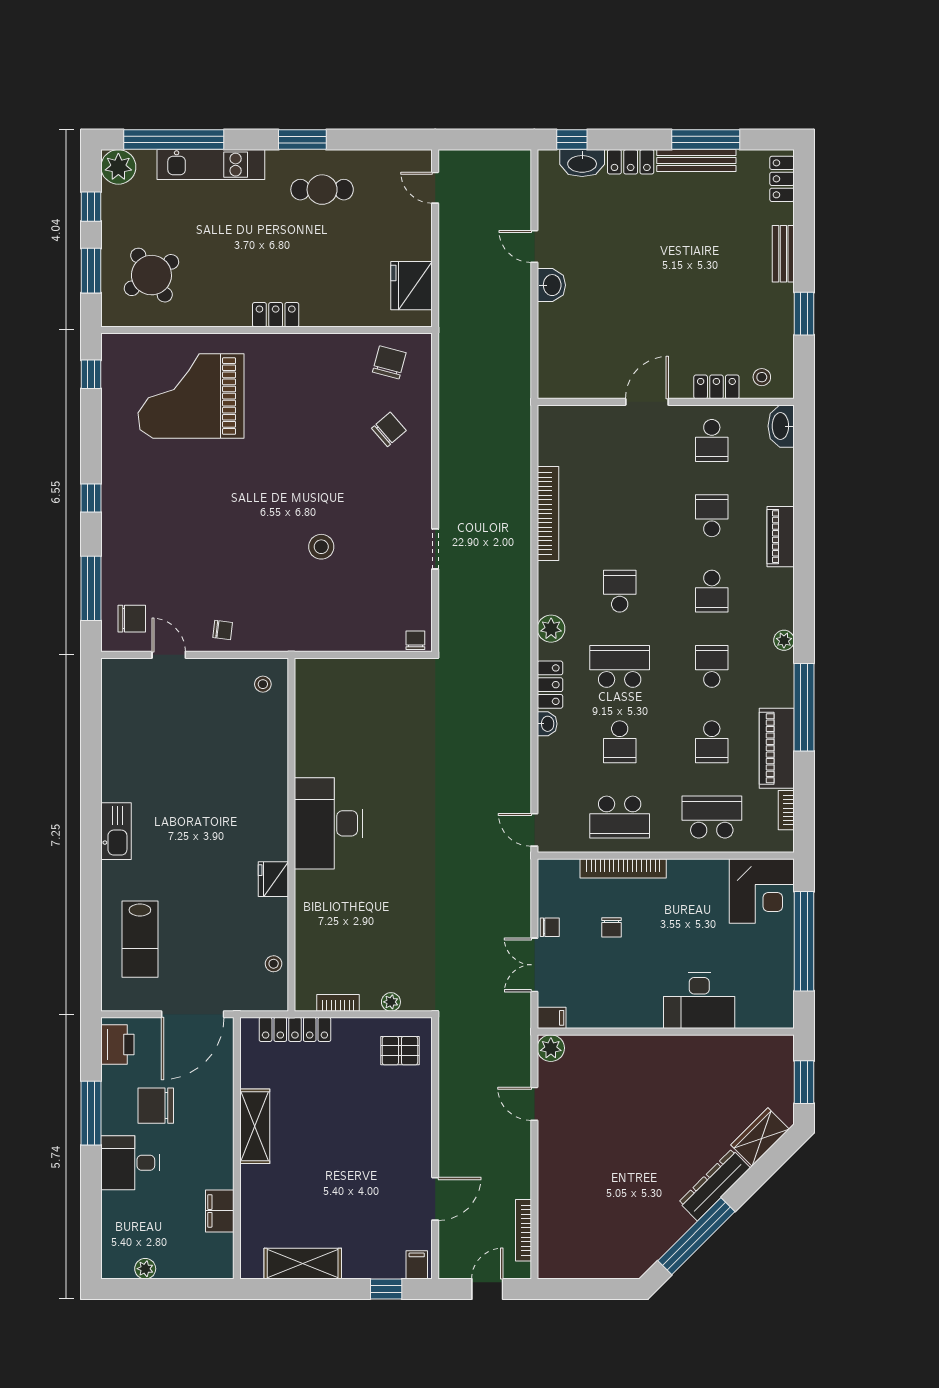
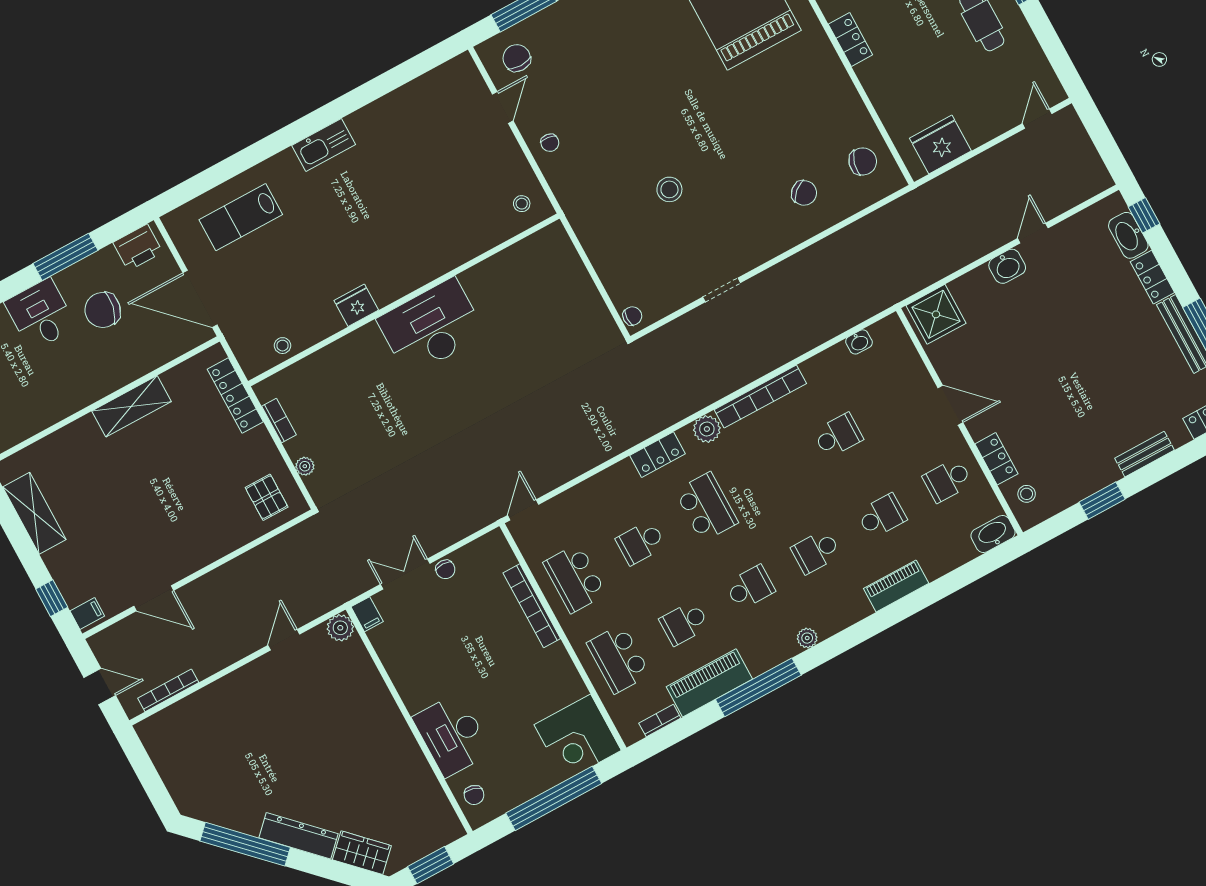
shower: (560, 371) -> (936, 314), added
bookcase: (548, 514) -> (760, 397), moved
school desk: (620, 591) -> (838, 435), moved
chair: (132, 619) -> (517, 58), turned 180
washbasin: (547, 724) -> (859, 342), moved
school desk: (712, 817) -> (618, 659), turned 180
chair: (611, 927) -> (474, 795), moved, turned -74
chair: (156, 1106) -> (103, 310), turned -78
filing cabinet: (220, 1211) -> (41, 416), removed

